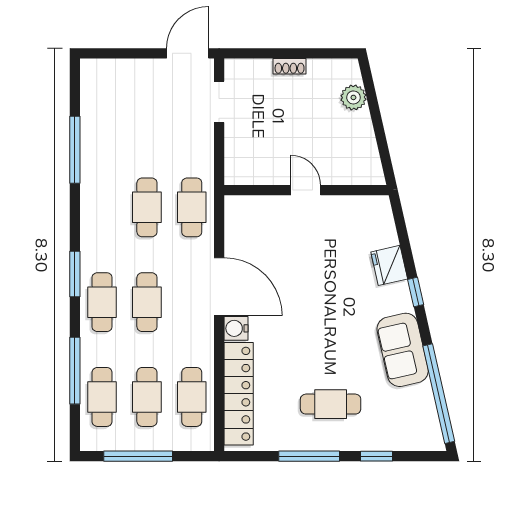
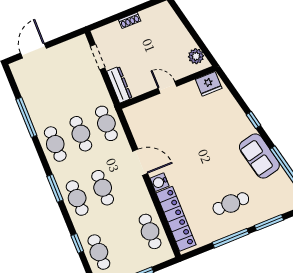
door: (188, 53) -> (33, 51), moved
plant: (353, 97) -> (196, 56), moved
dresser: (235, 157) -> (119, 85), added
fridge: (389, 265) -> (209, 84), moved, turned -77
door: (219, 287) -> (140, 162), width x0.73
window: (75, 371) -> (77, 243), width x0.46
cafe table: (147, 397) -> (55, 144), moved
window: (376, 456) -> (269, 223), width x1.50

